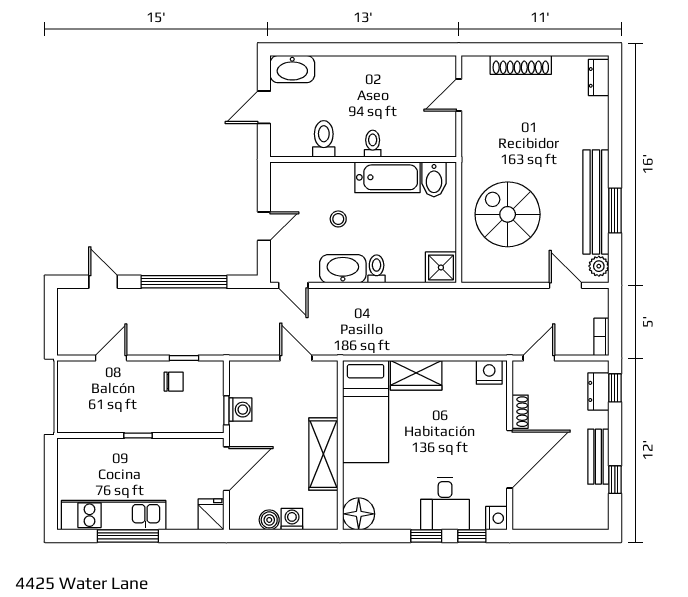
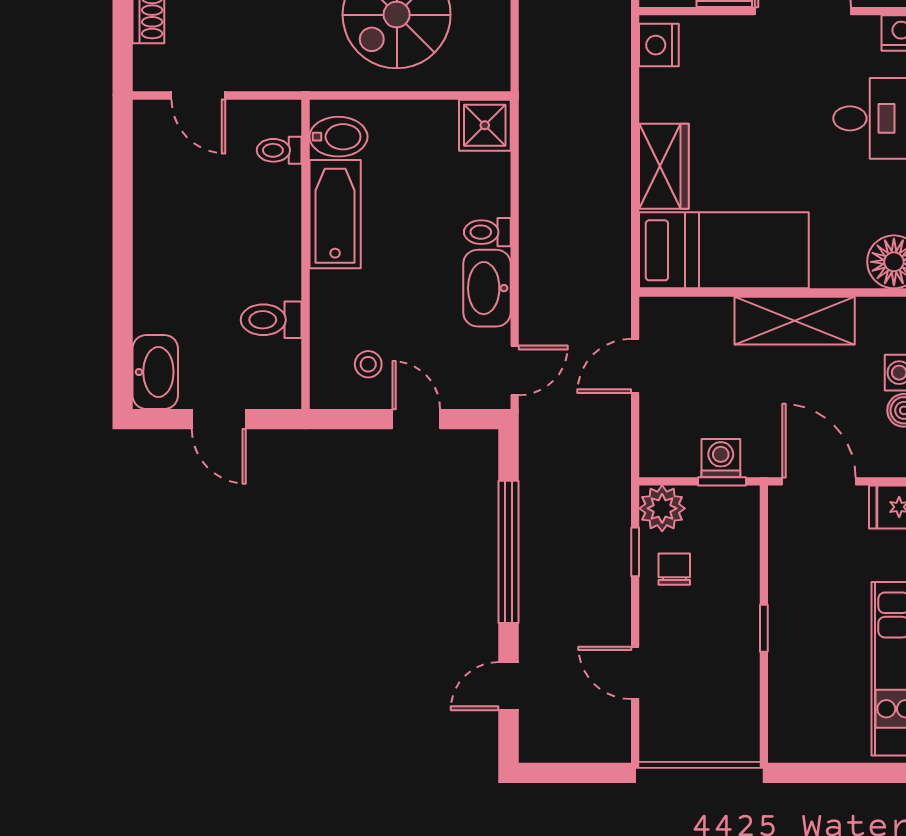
toilet: (373, 144) -> (279, 150), moved
stool: (338, 219) -> (368, 364), moved
plant: (210, 374) -> (662, 508), added

